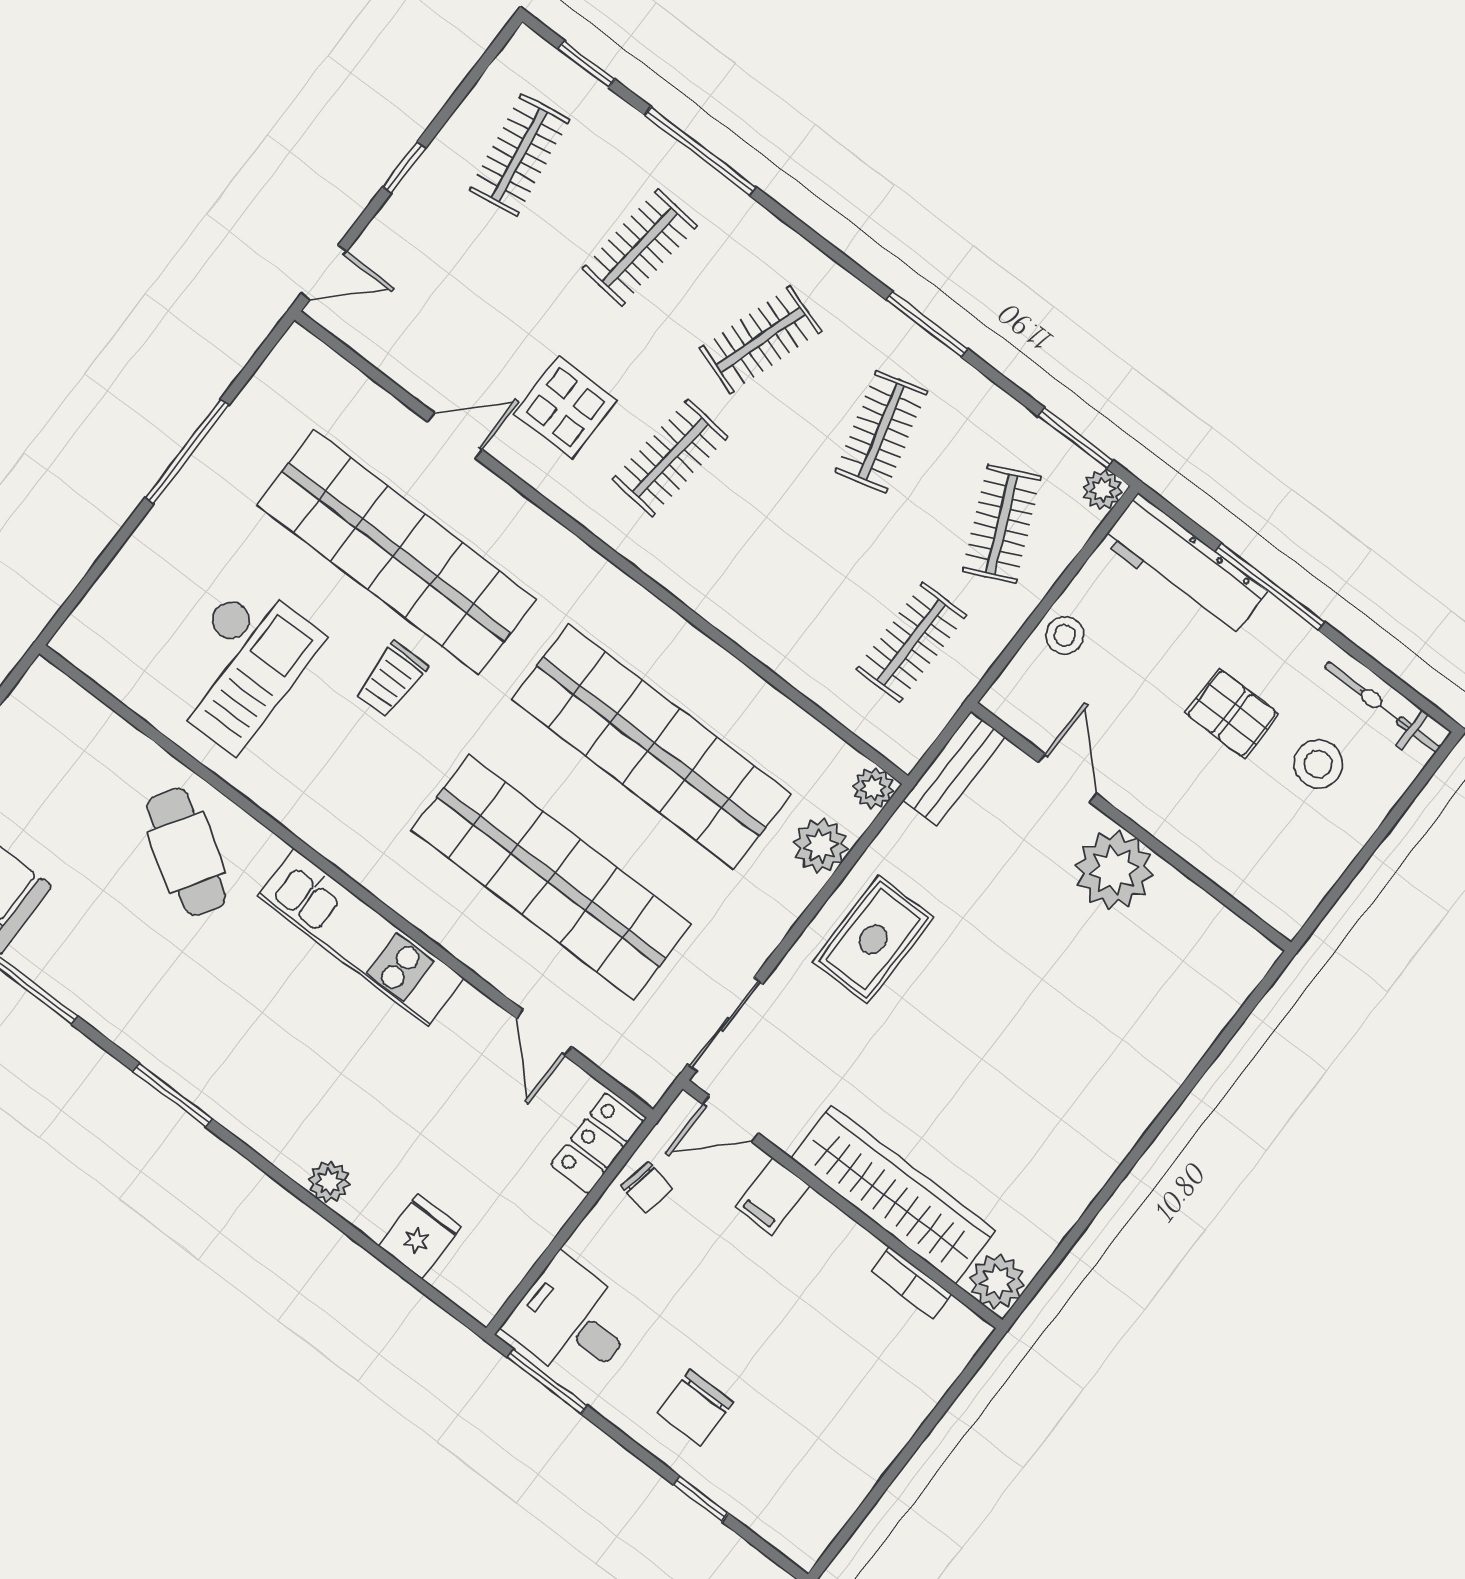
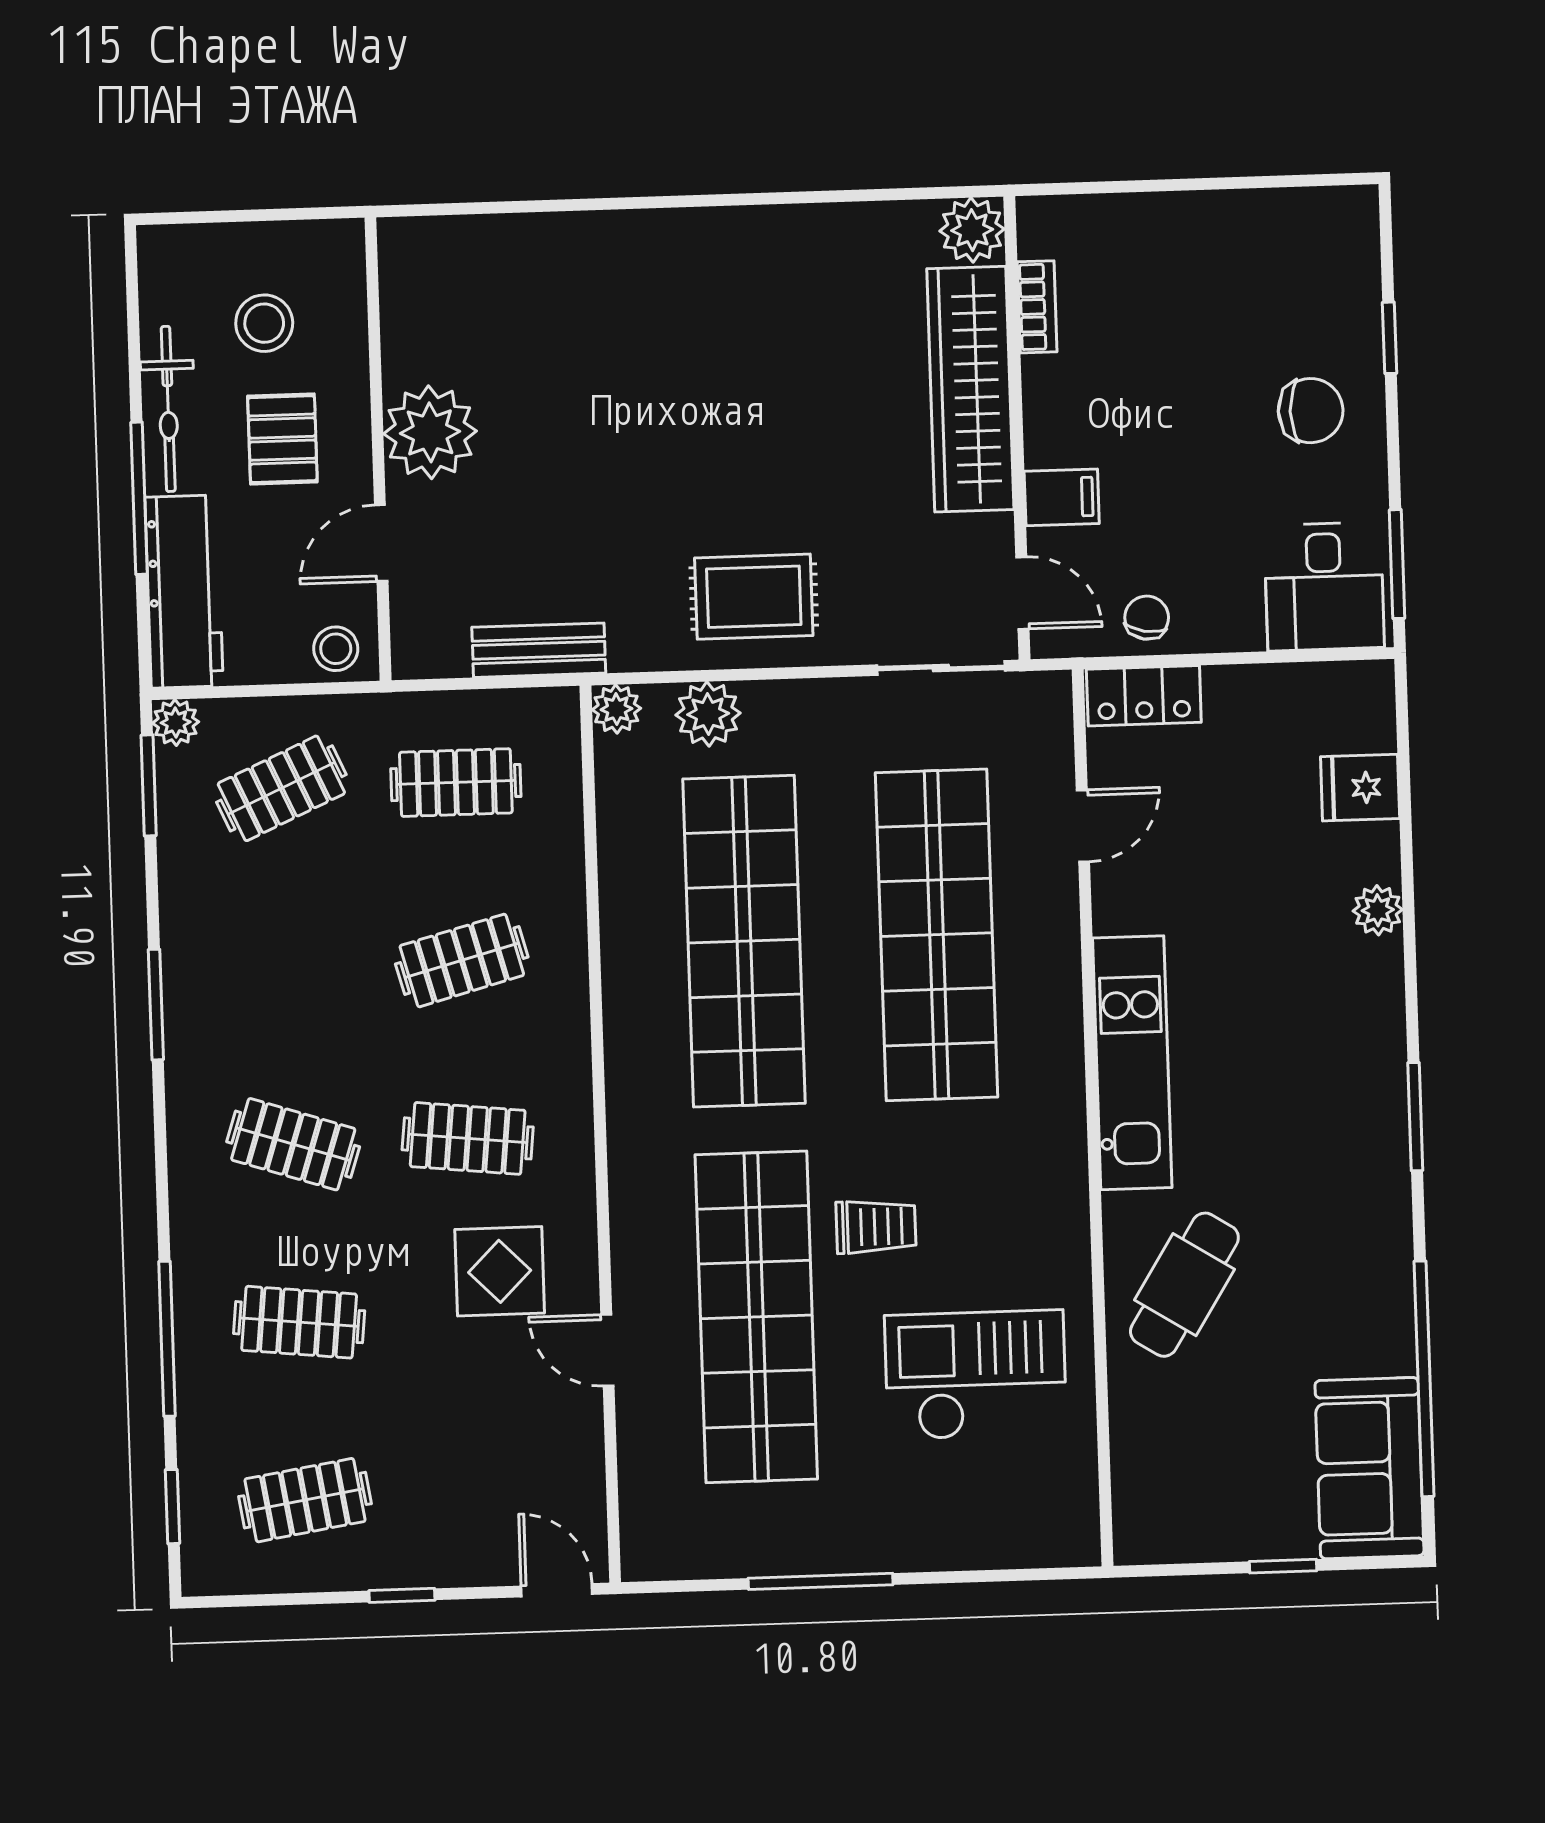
clothes rail: (881, 432) -> (462, 960), moved
bicycle: (1383, 707) -> (168, 409), moved
door: (1067, 778) -> (381, 543), moved
wall: (1131, 827) -> (378, 449), moved
plant: (1114, 870) -> (430, 432), moved

